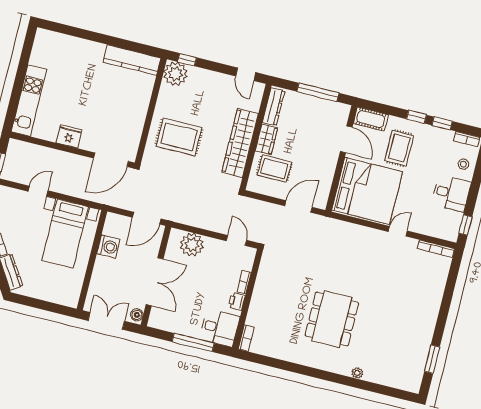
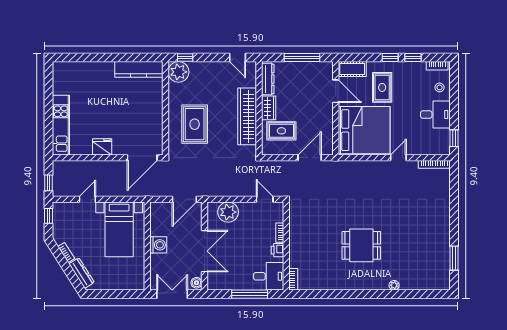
rug: (179, 137) -> (195, 124), turned 90
washing machine: (108, 247) -> (158, 245), moved
dining table: (332, 319) -> (361, 245), width x0.73

